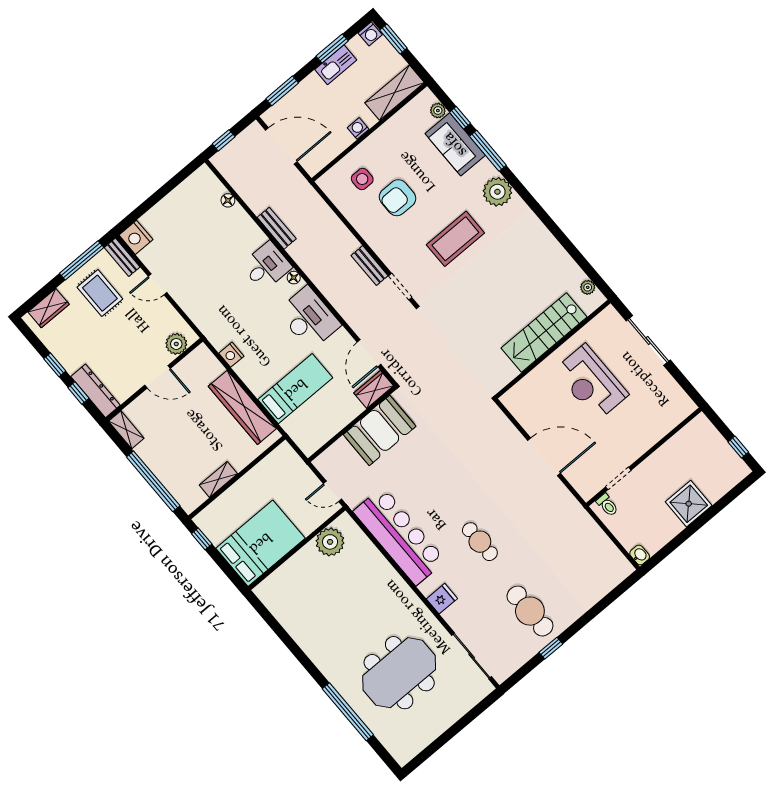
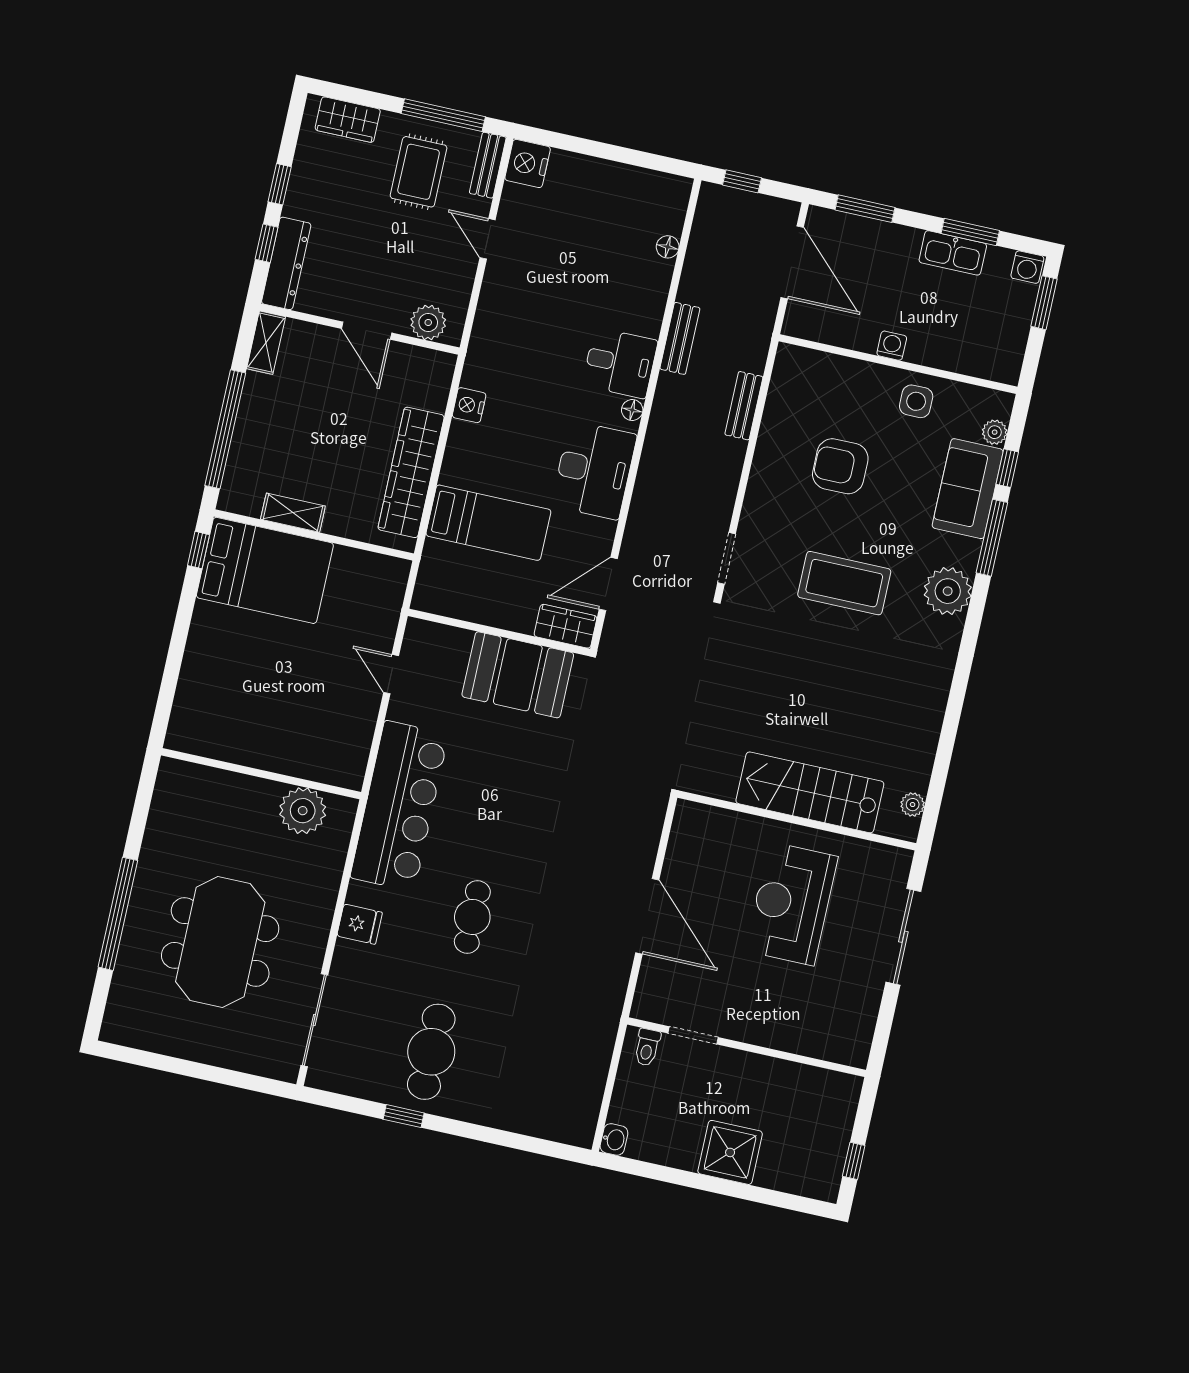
shelving: (394, 93) -> (975, 358), removed
side table: (362, 179) -> (916, 401), moved
bench: (370, 266) -> (744, 406), moved
plant: (330, 542) -> (303, 811), moved
bed: (260, 543) -> (265, 570), moved
wall: (297, 548) -> (261, 774), moved
meeting table: (399, 673) -> (220, 942), turned 90

